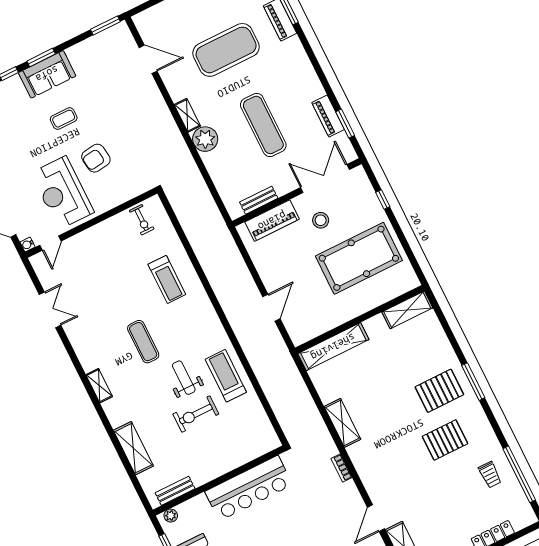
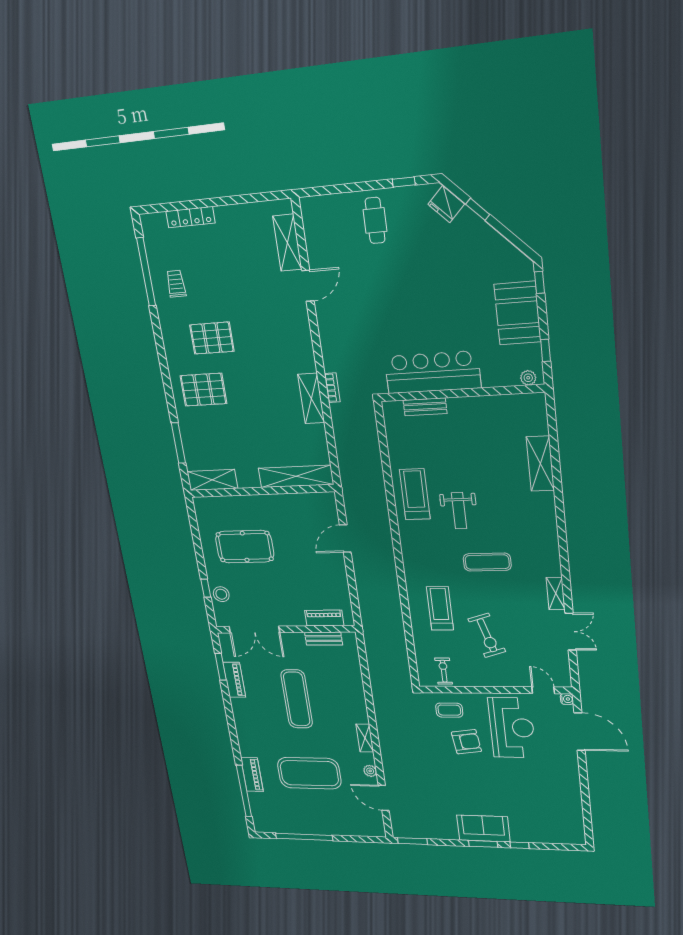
coffee table: (64, 119) -> (449, 710), moved
plant: (205, 139) -> (370, 771), moved, width x0.53, depth x0.53
stool: (321, 220) -> (221, 594), moved
piano: (272, 221) -> (324, 618), width x0.73, depth x0.75
door: (50, 243) -> (543, 690), hinge flipped
pool table: (359, 258) -> (245, 547), width x0.73, depth x0.76
double door: (50, 310) -> (571, 632), swing flipped
exercise mat: (143, 342) -> (487, 562), turned 90
treadmill: (226, 376) -> (415, 494), turned 180
window: (473, 382) -> (178, 443), moved
shelving: (99, 386) -> (556, 594), moved
exercise bike: (196, 414) -> (487, 635), moved, turned 73
bookcase: (341, 468) -> (332, 388), moved
bench: (175, 491) -> (425, 407), moved

